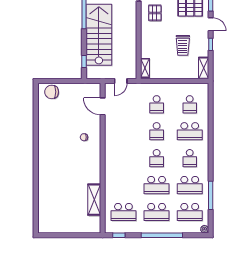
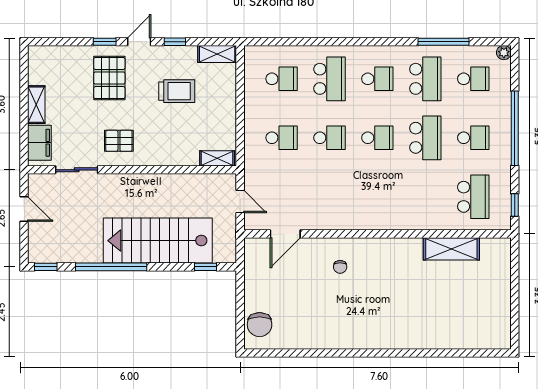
school desk: (157, 212) -> (473, 138), width x0.54
school desk: (190, 212) -> (473, 79), width x0.54

